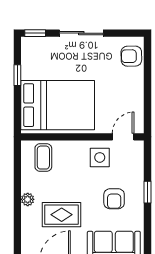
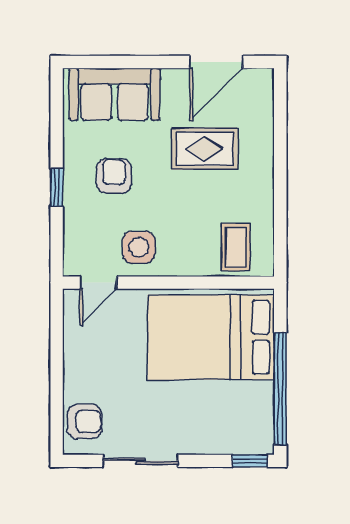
sliding door: (81, 33) -> (140, 461), moved
window: (17, 75) -> (280, 389), width x3.17
plant: (28, 199) -> (263, 175), removed

